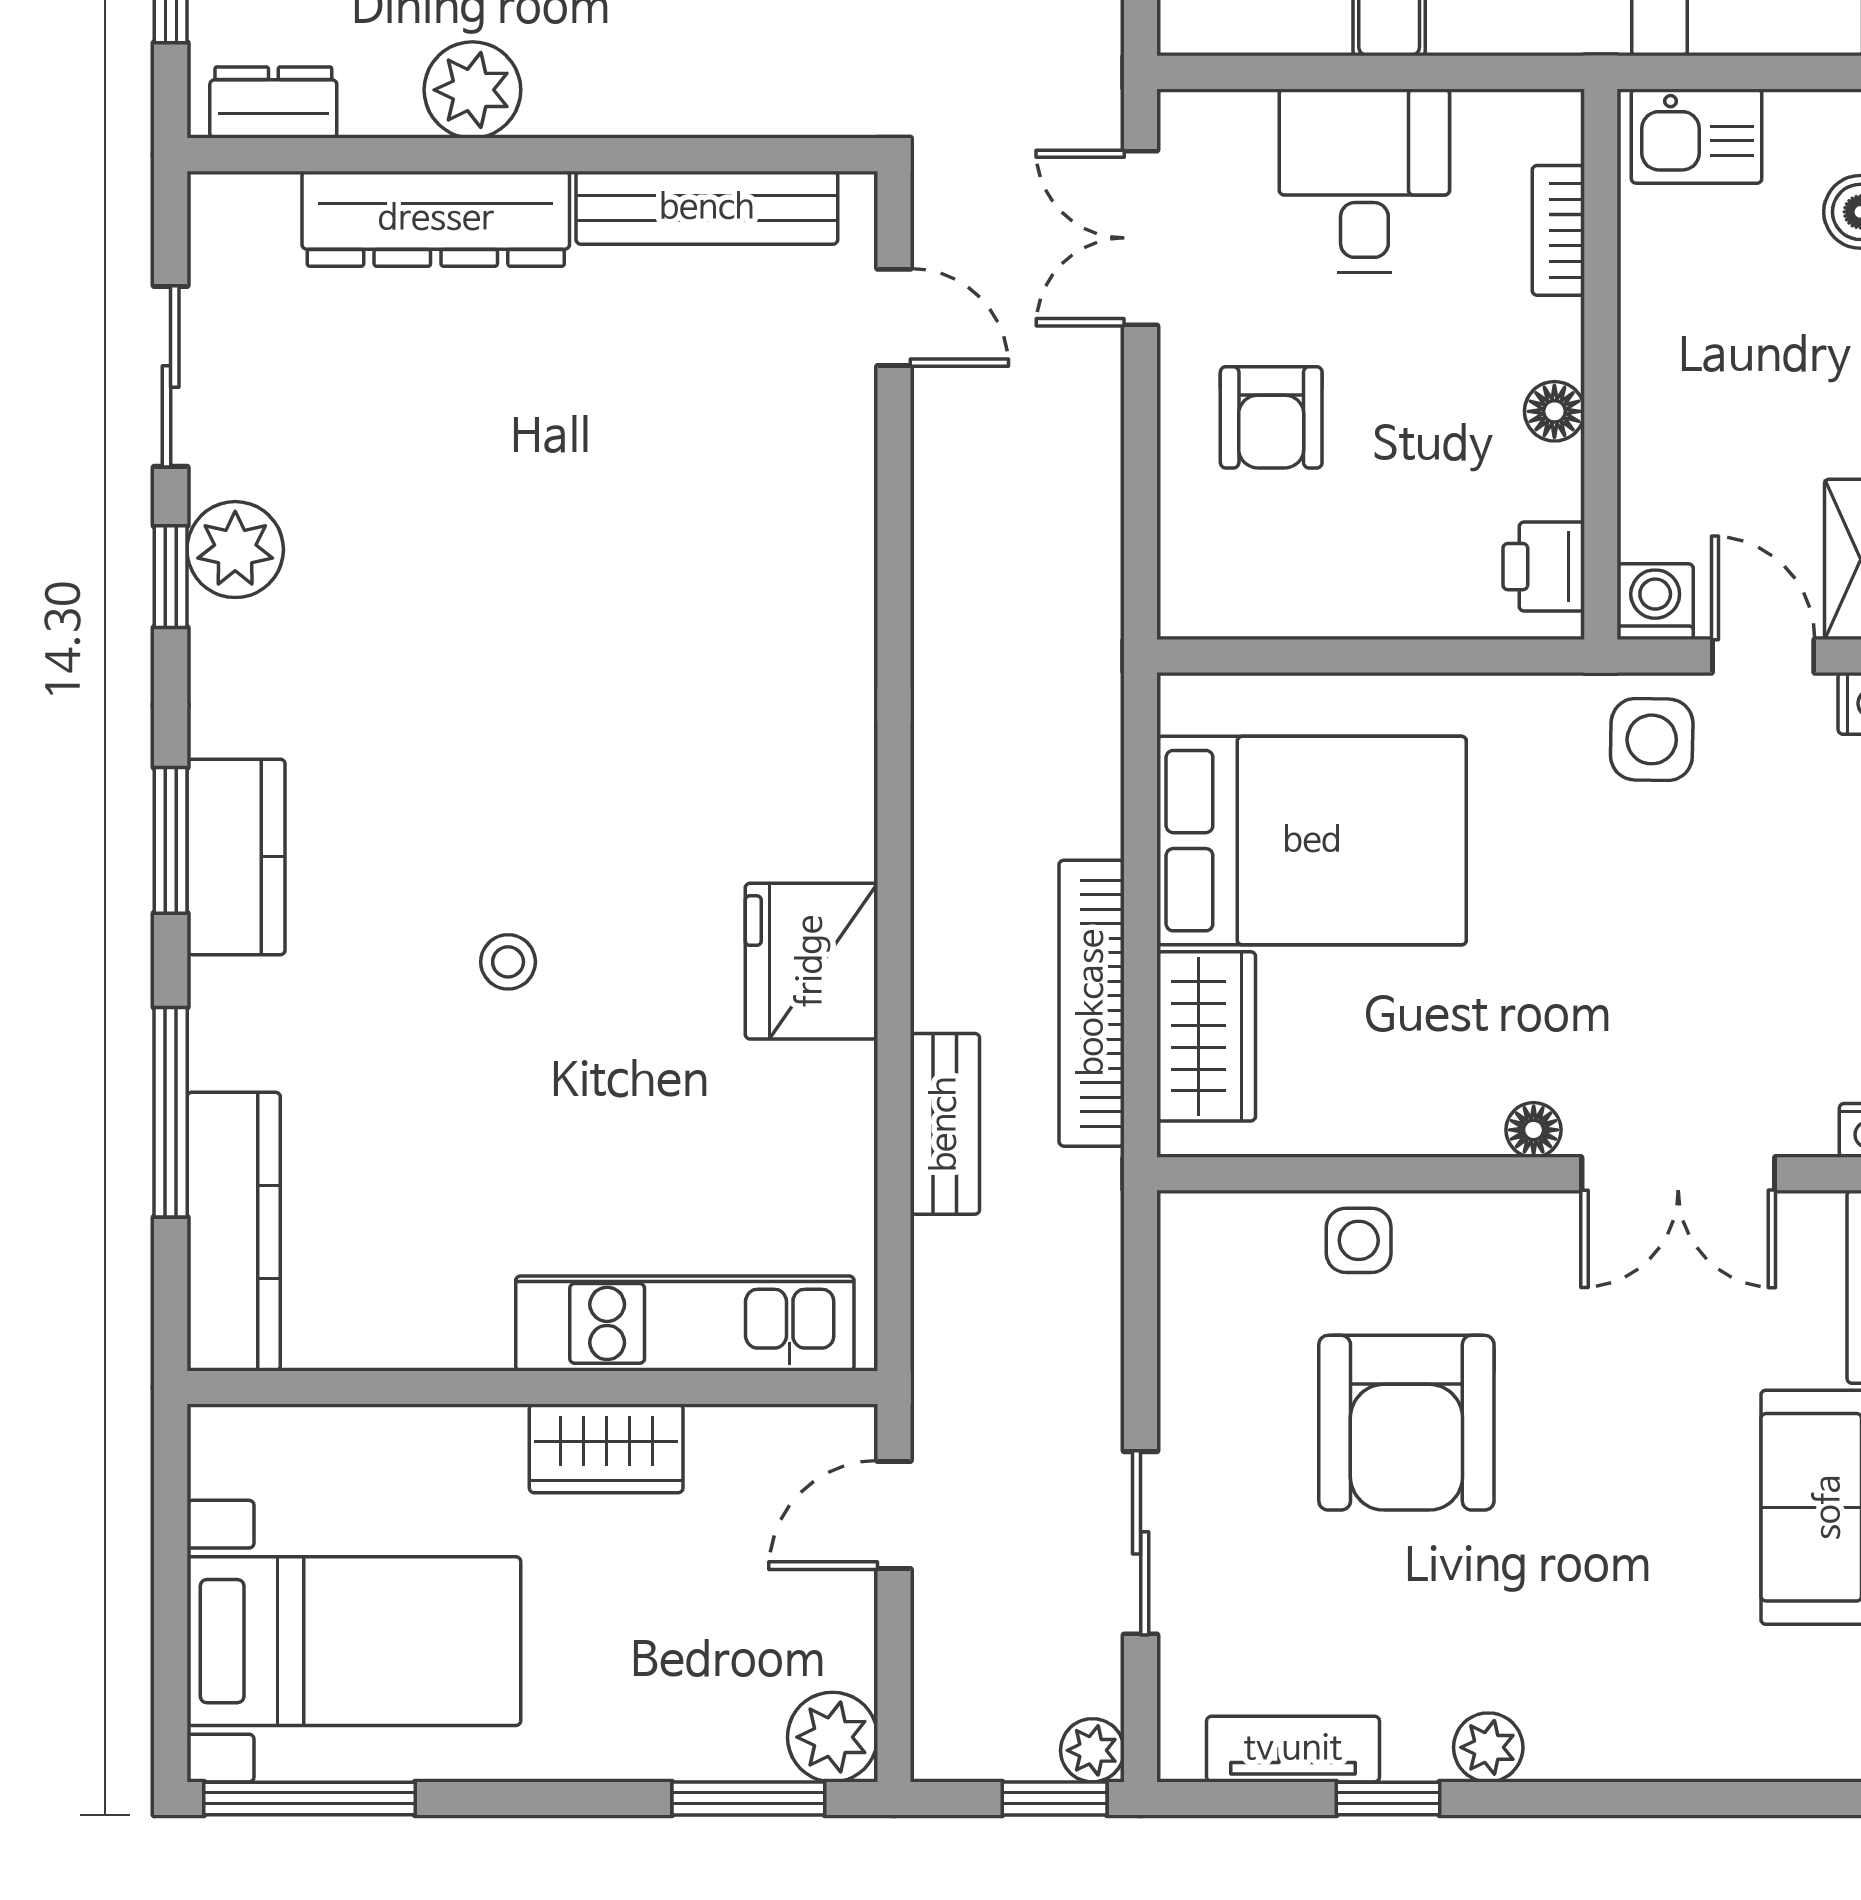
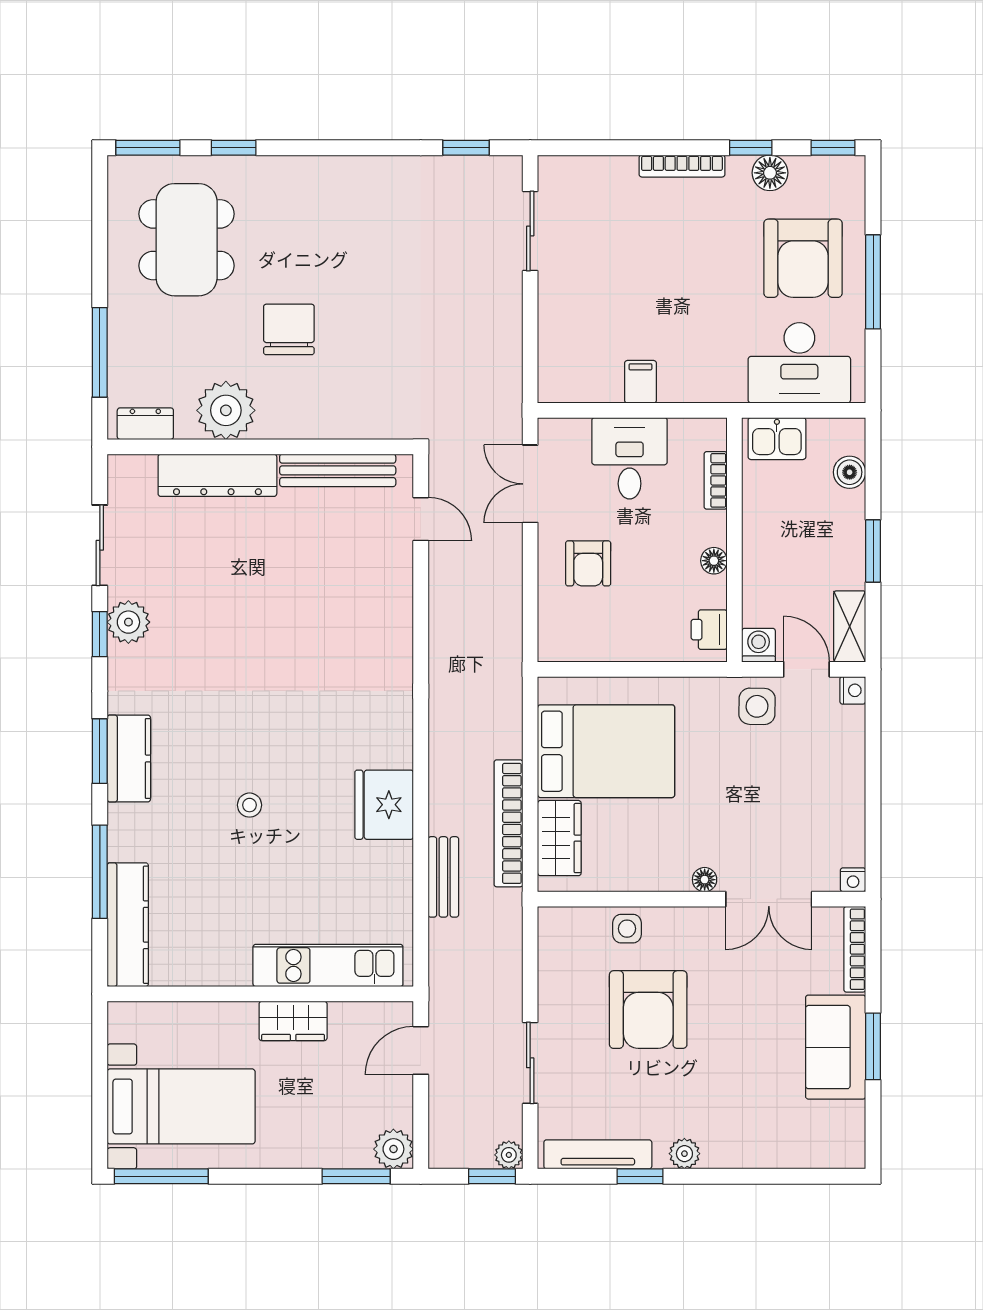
plant: (472, 90) -> (226, 410), width x1.36, depth x1.36
tv unit: (1293, 1749) -> (598, 1154), width x1.41

